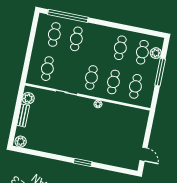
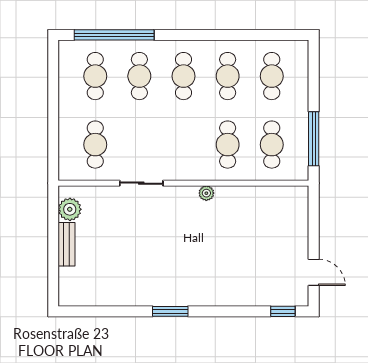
plant: (156, 53) -> (298, 73), removed
window: (160, 72) -> (314, 139), moved
cafe table: (91, 77) -> (183, 76), moved
plant: (21, 142) -> (72, 295), removed
window: (83, 162) -> (170, 311), moved
window: (124, 171) -> (283, 311), added

